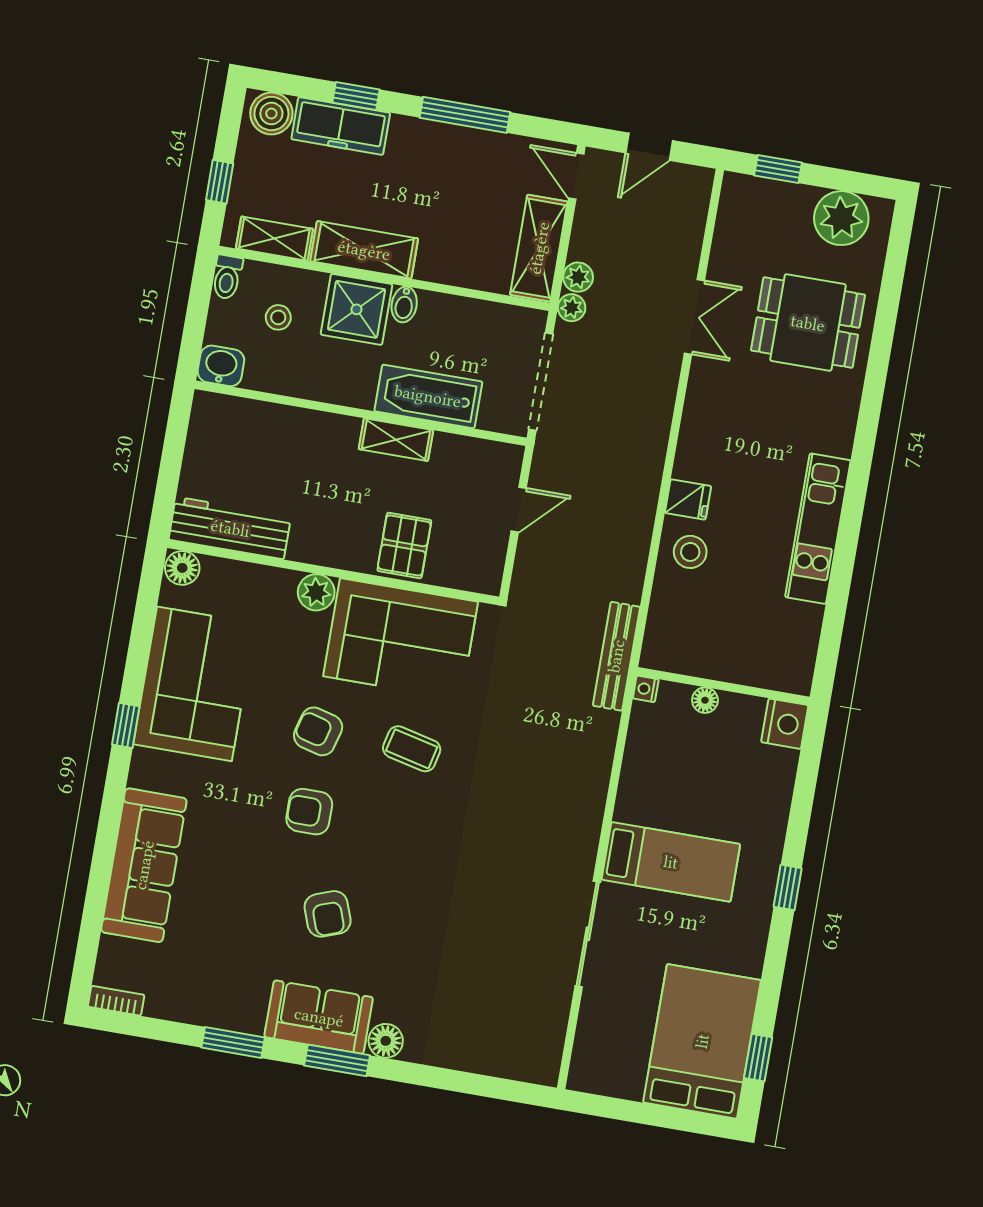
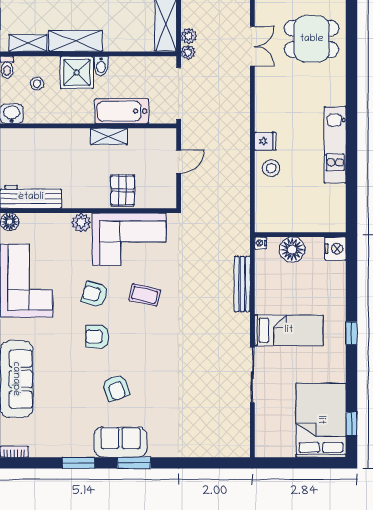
bench: (616, 656) -> (242, 284), moved
floor lamp: (705, 700) -> (292, 250), width x1.89, depth x1.89
floor lamp: (386, 1041) -> (157, 448), removed

